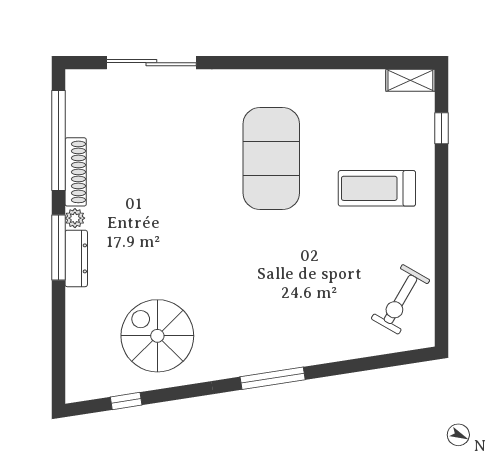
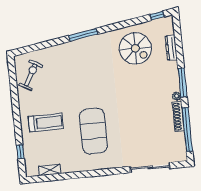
shelving: (410, 80) -> (50, 170), moved
dresser: (76, 258) -> (171, 48), moved
window: (126, 401) -> (157, 16), moved

